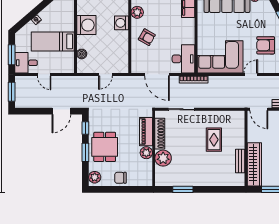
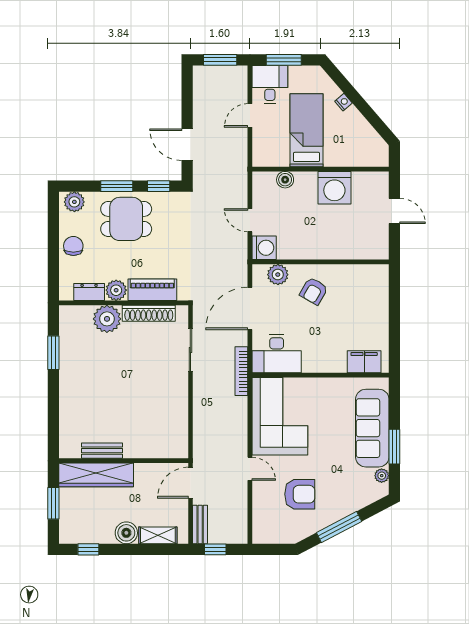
plant: (137, 12) -> (278, 275), moved
washing machine: (122, 23) -> (264, 248), moved, turned 90
armchair: (266, 45) -> (300, 494), turned 90
rug: (214, 140) -> (139, 406), removed
dresser: (147, 169) -> (89, 292), added

